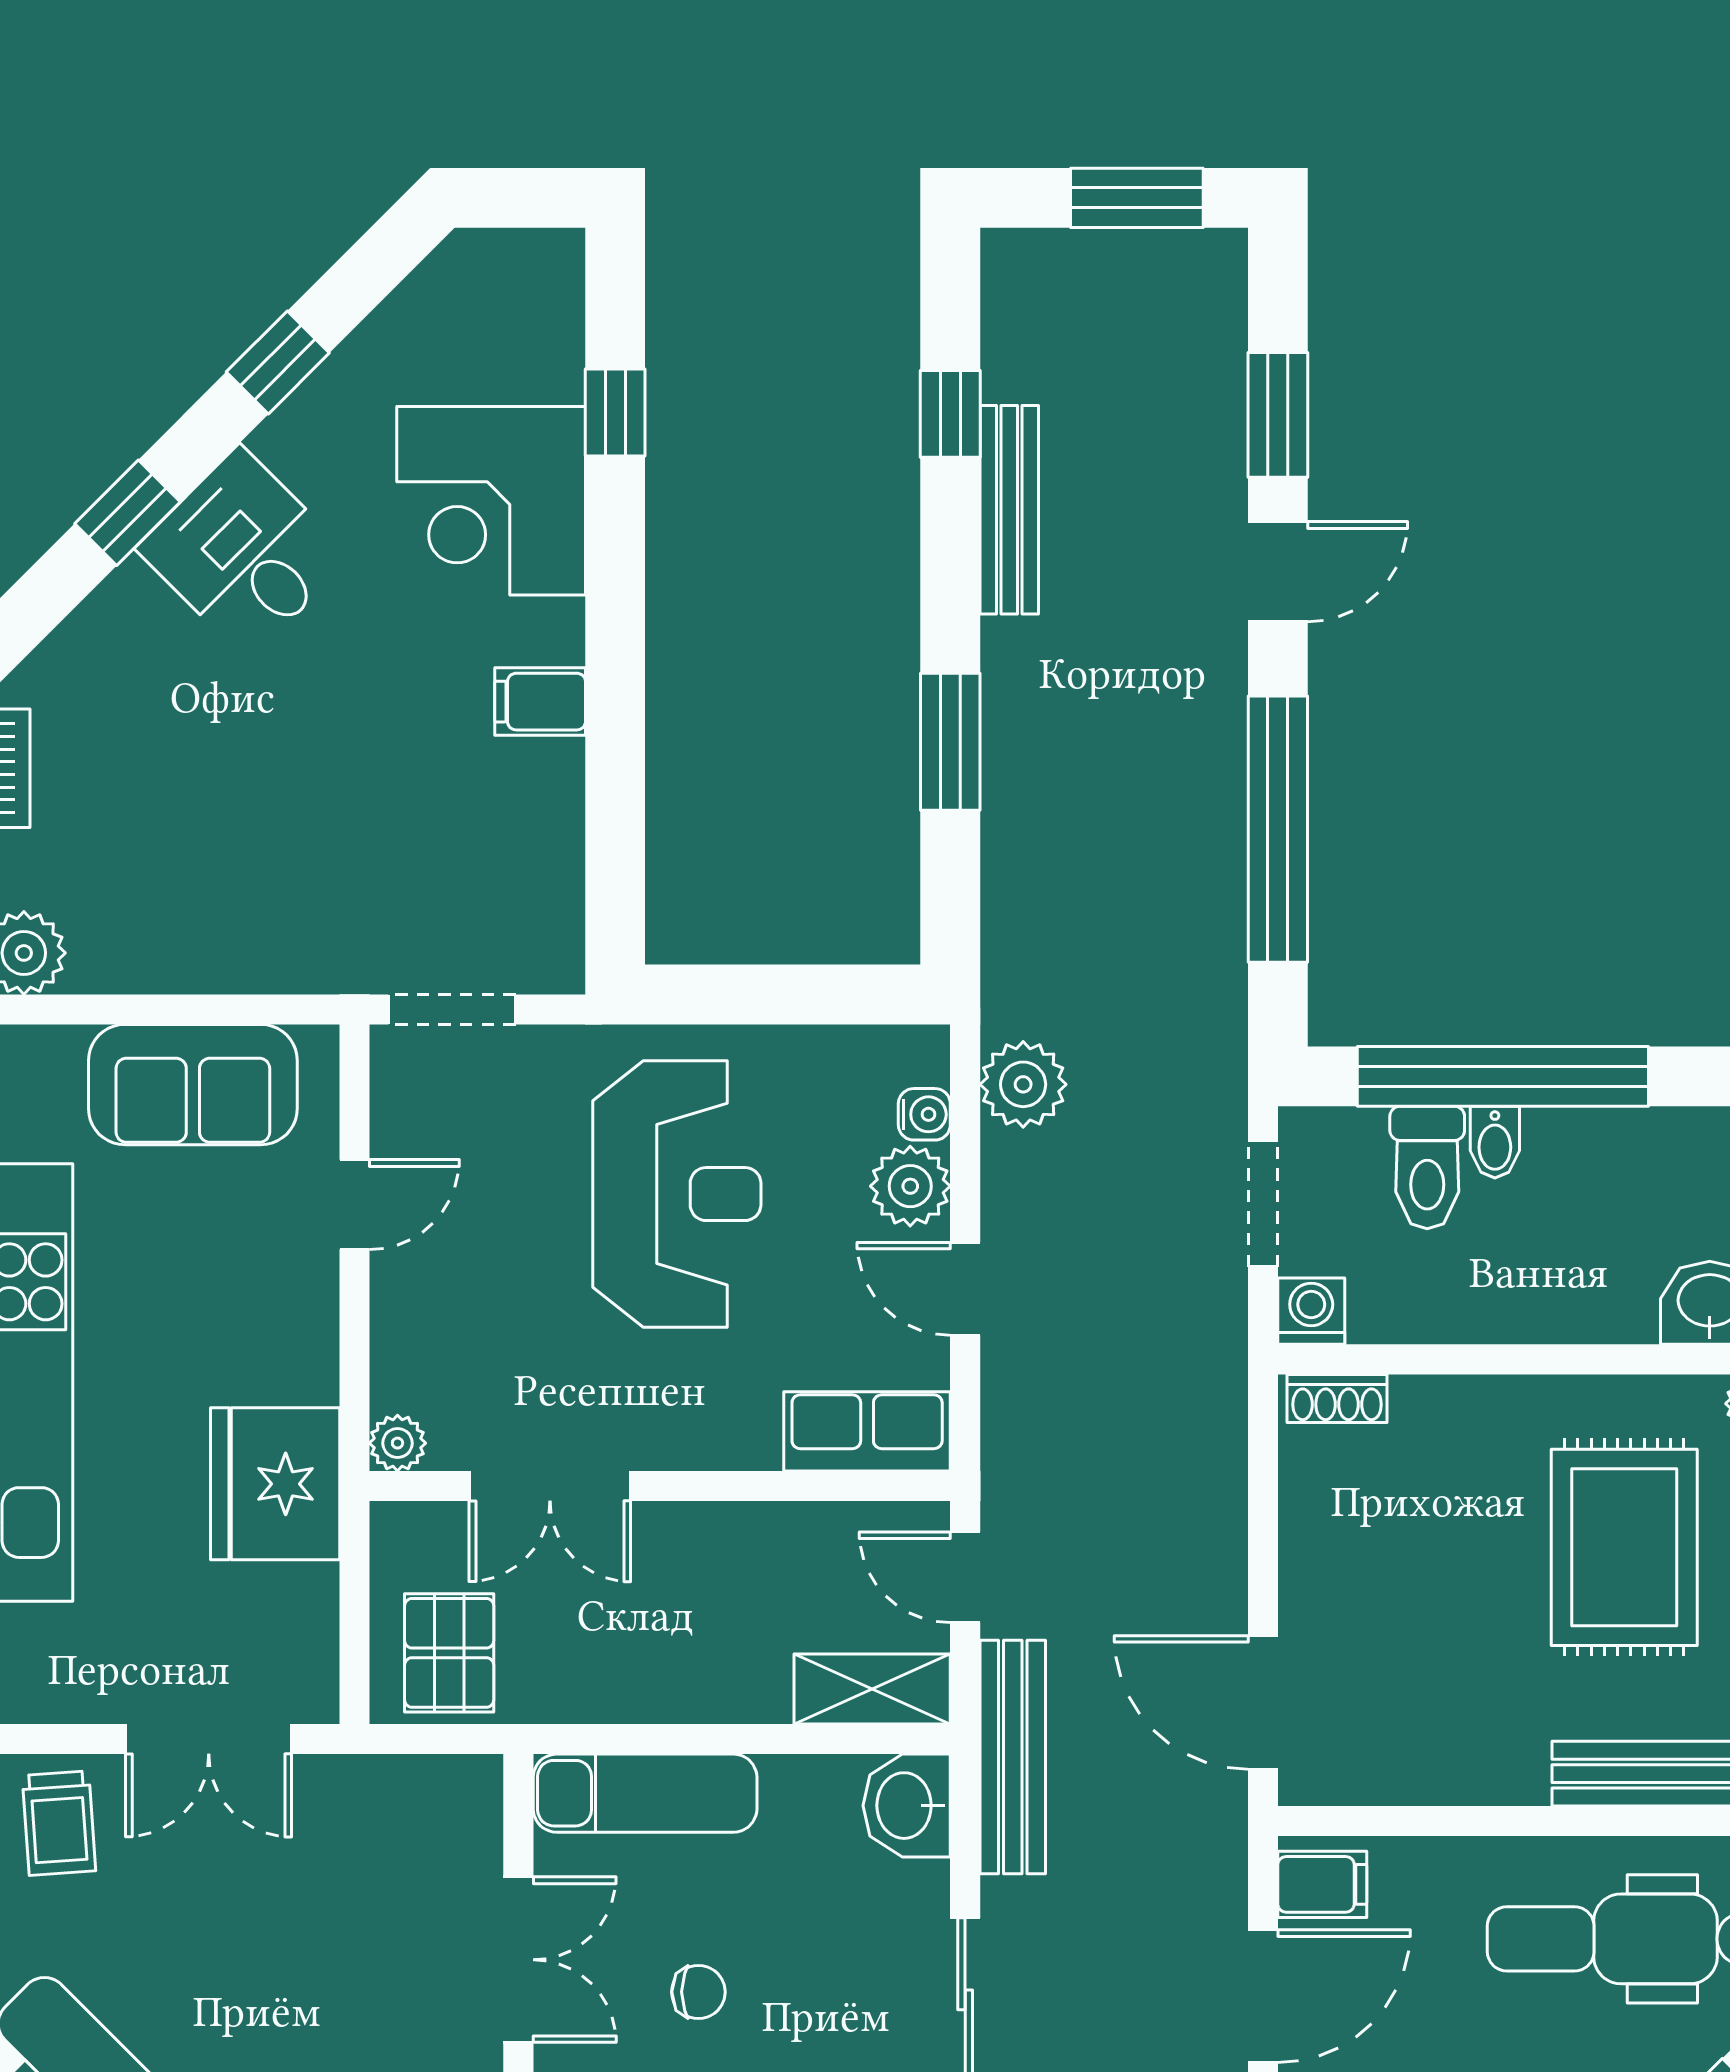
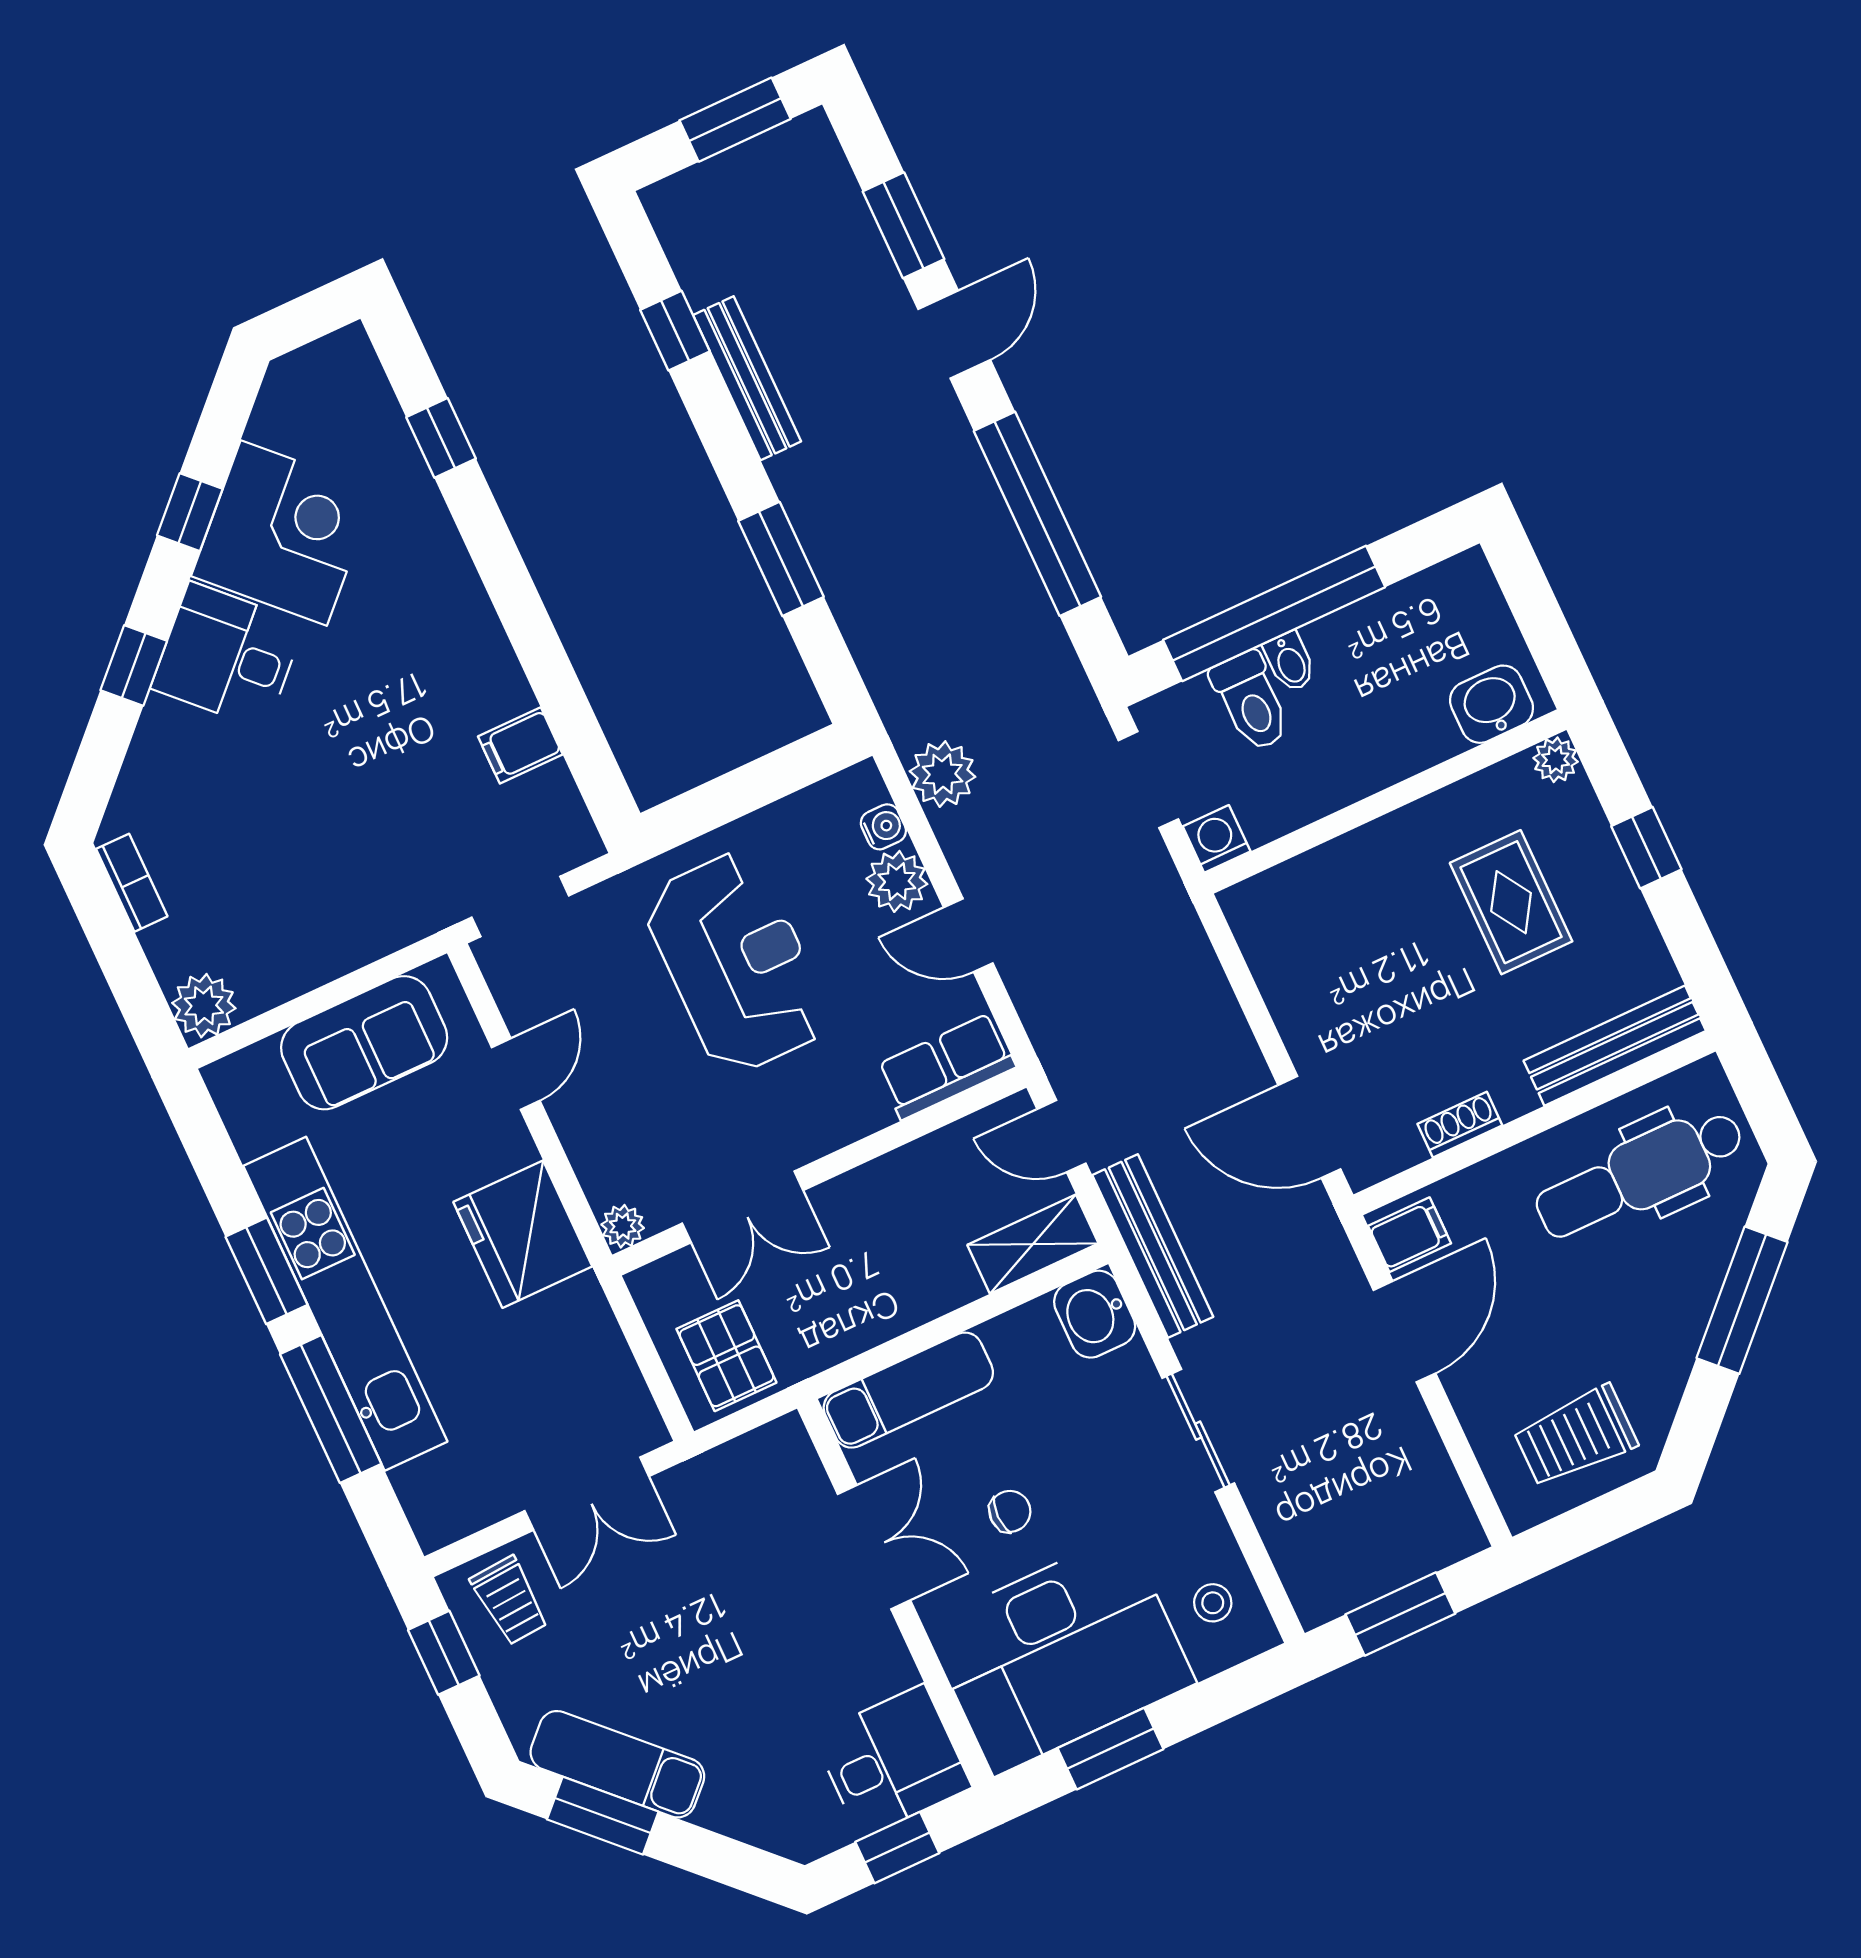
corner desk: (491, 501) -> (284, 533), moved, turned -135
filing cabinet: (540, 702) -> (520, 745), moved
shoe rack: (1337, 1398) -> (1460, 1125), moved, turned 180
fridge: (275, 1484) -> (523, 1234), moved
rug: (1624, 1547) -> (1511, 902), width x0.73, depth x0.70

